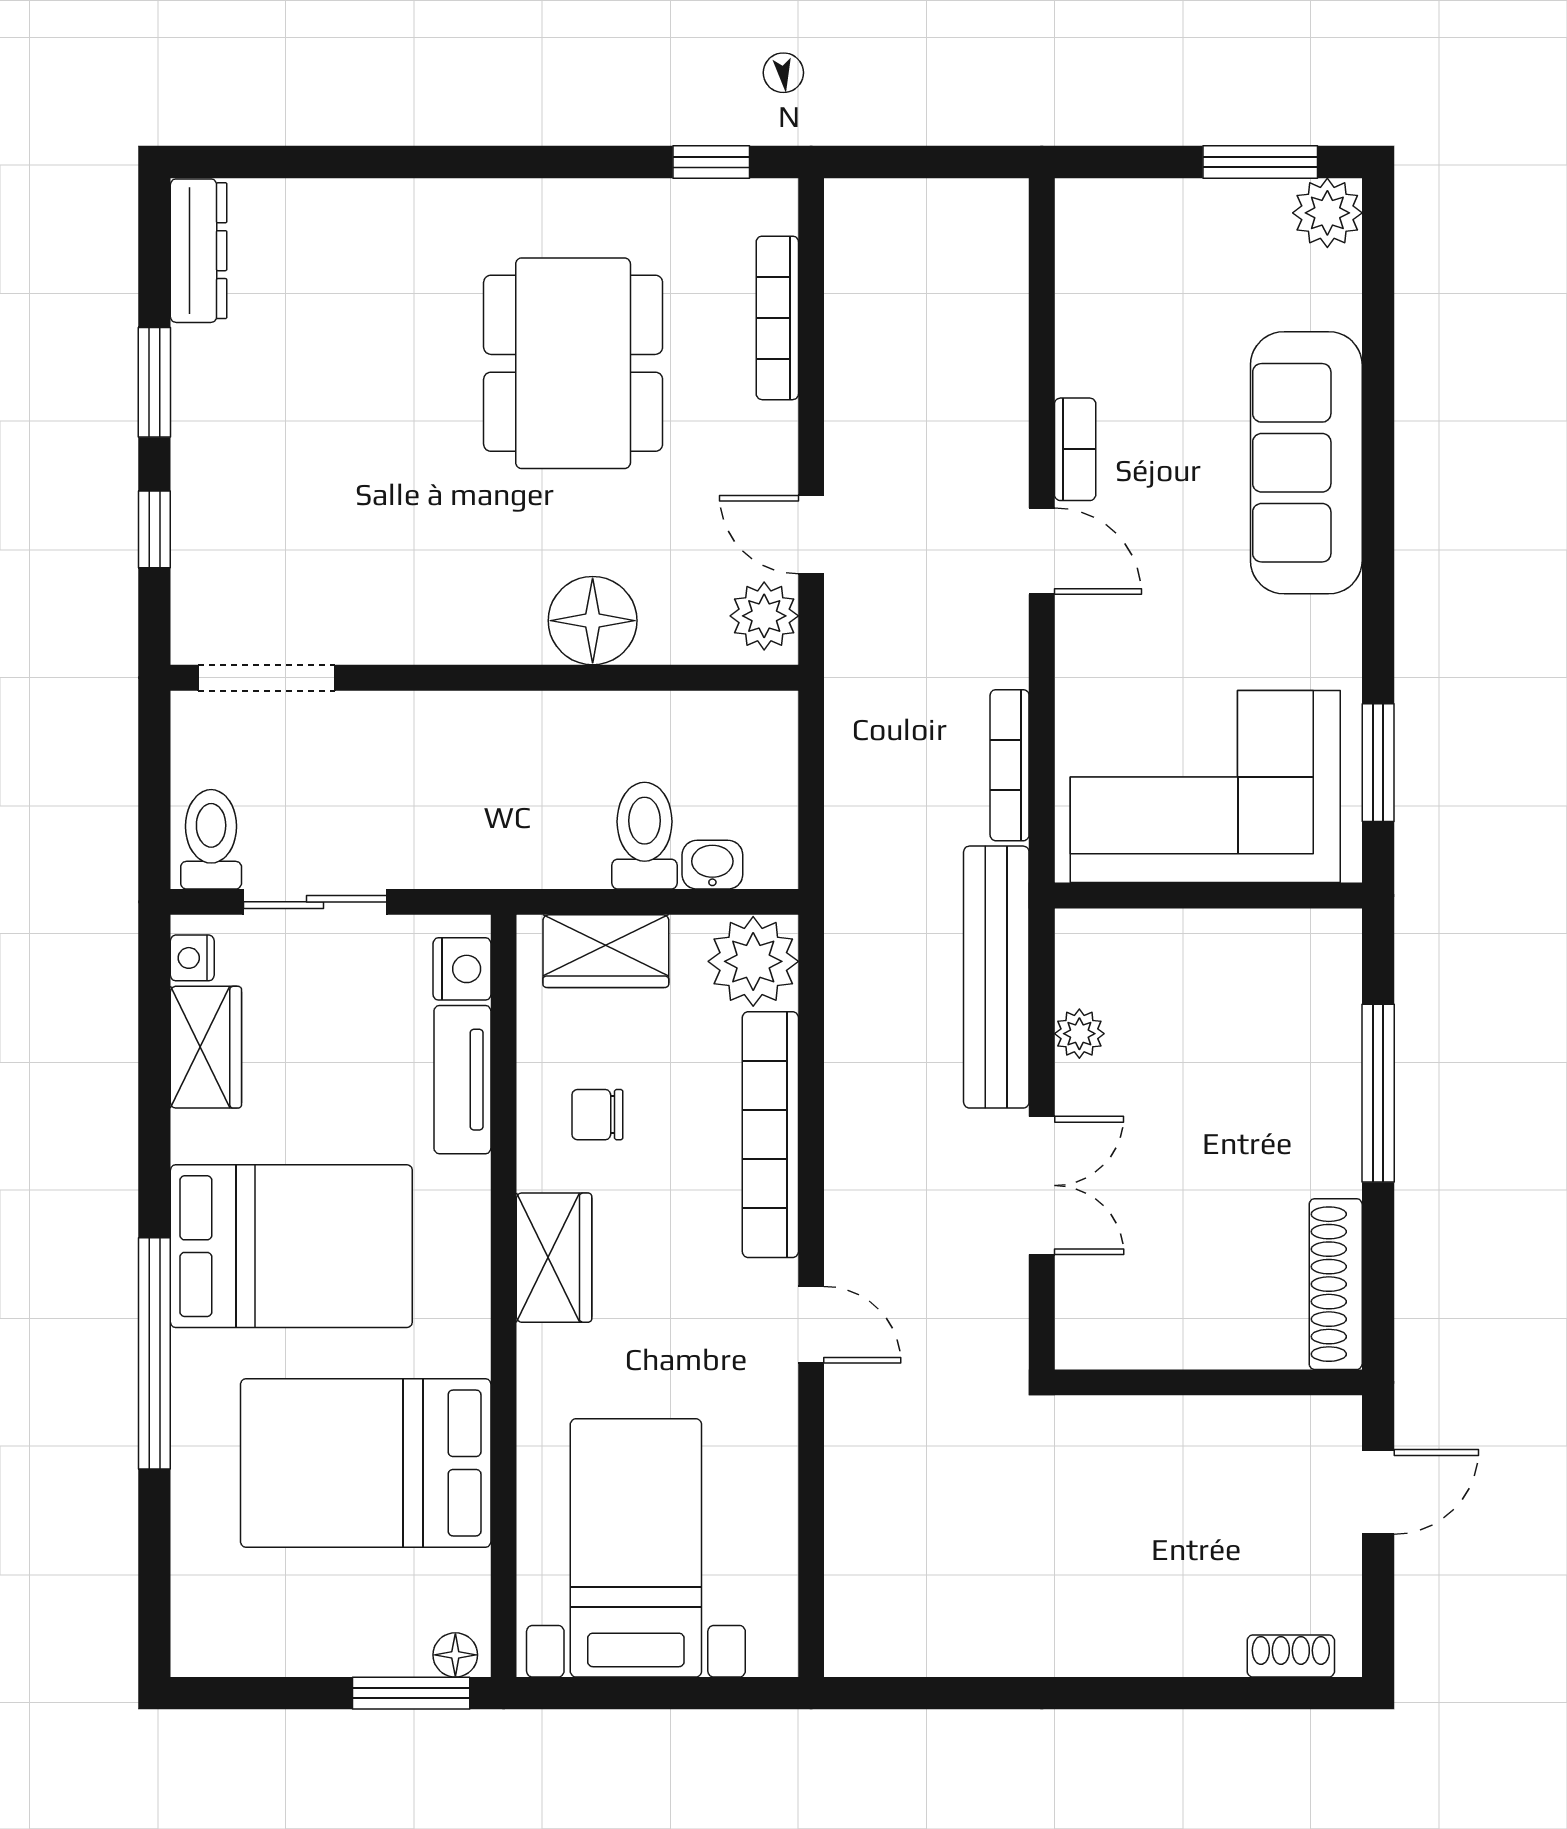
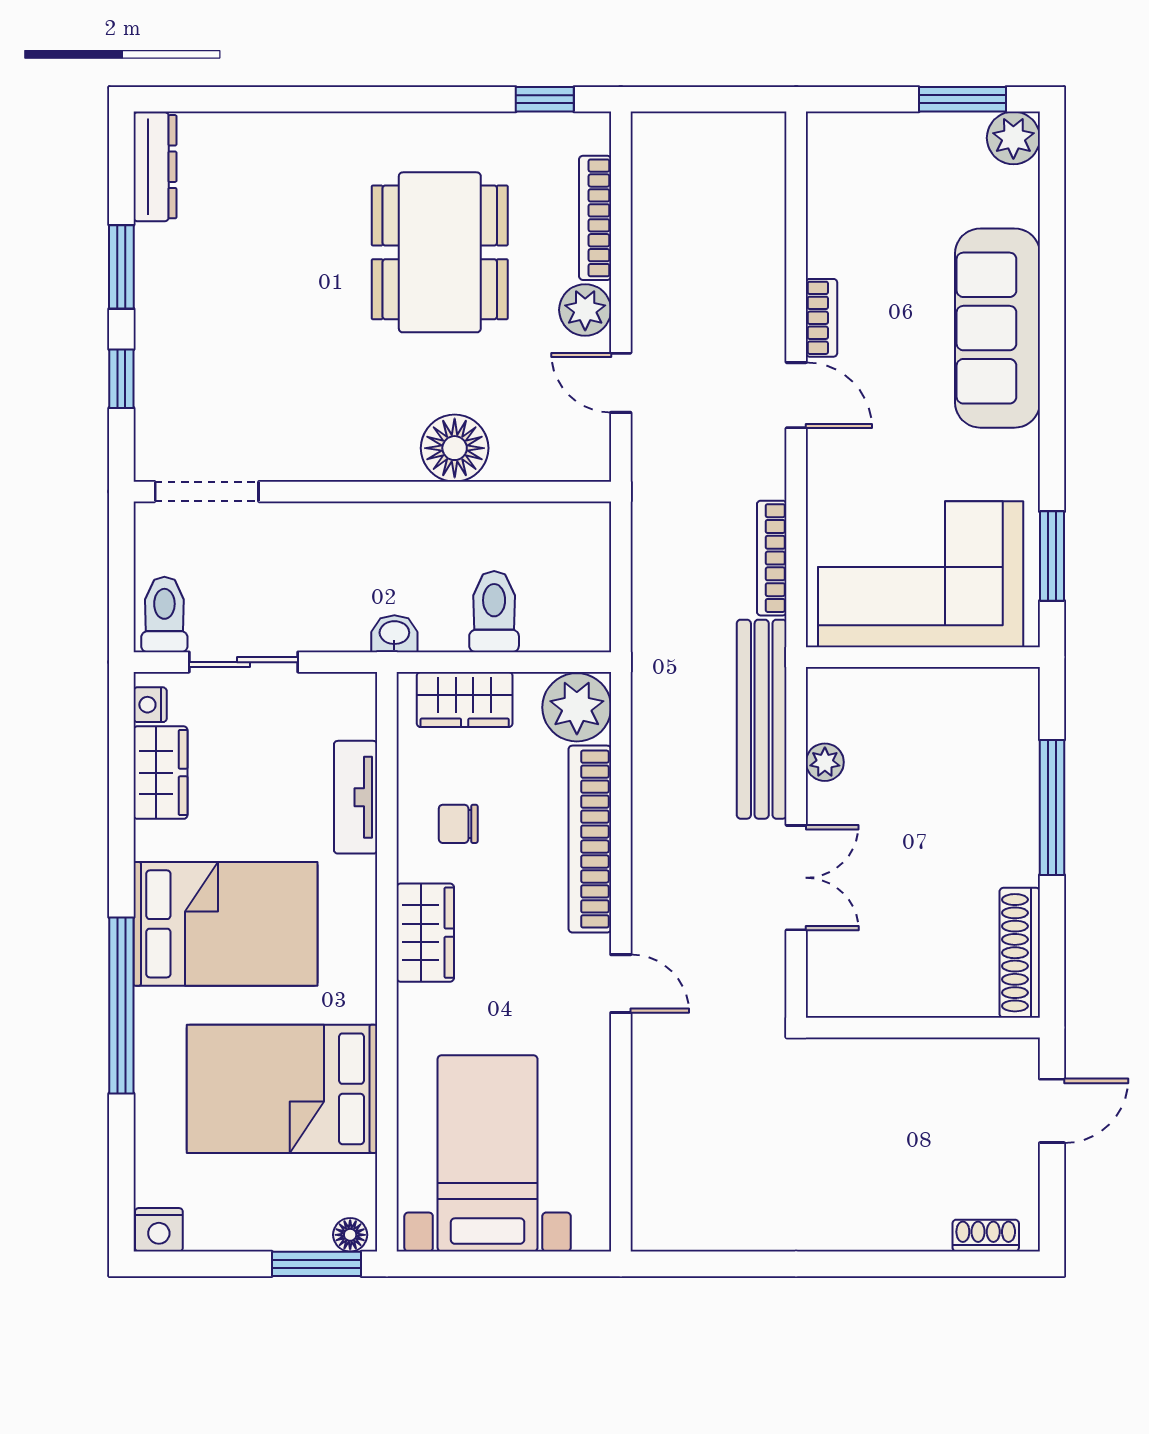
plant: (764, 616) -> (585, 310), moved
washbasin: (712, 865) -> (394, 634), moved
nightstand: (462, 969) -> (159, 1230), moved, turned 90

